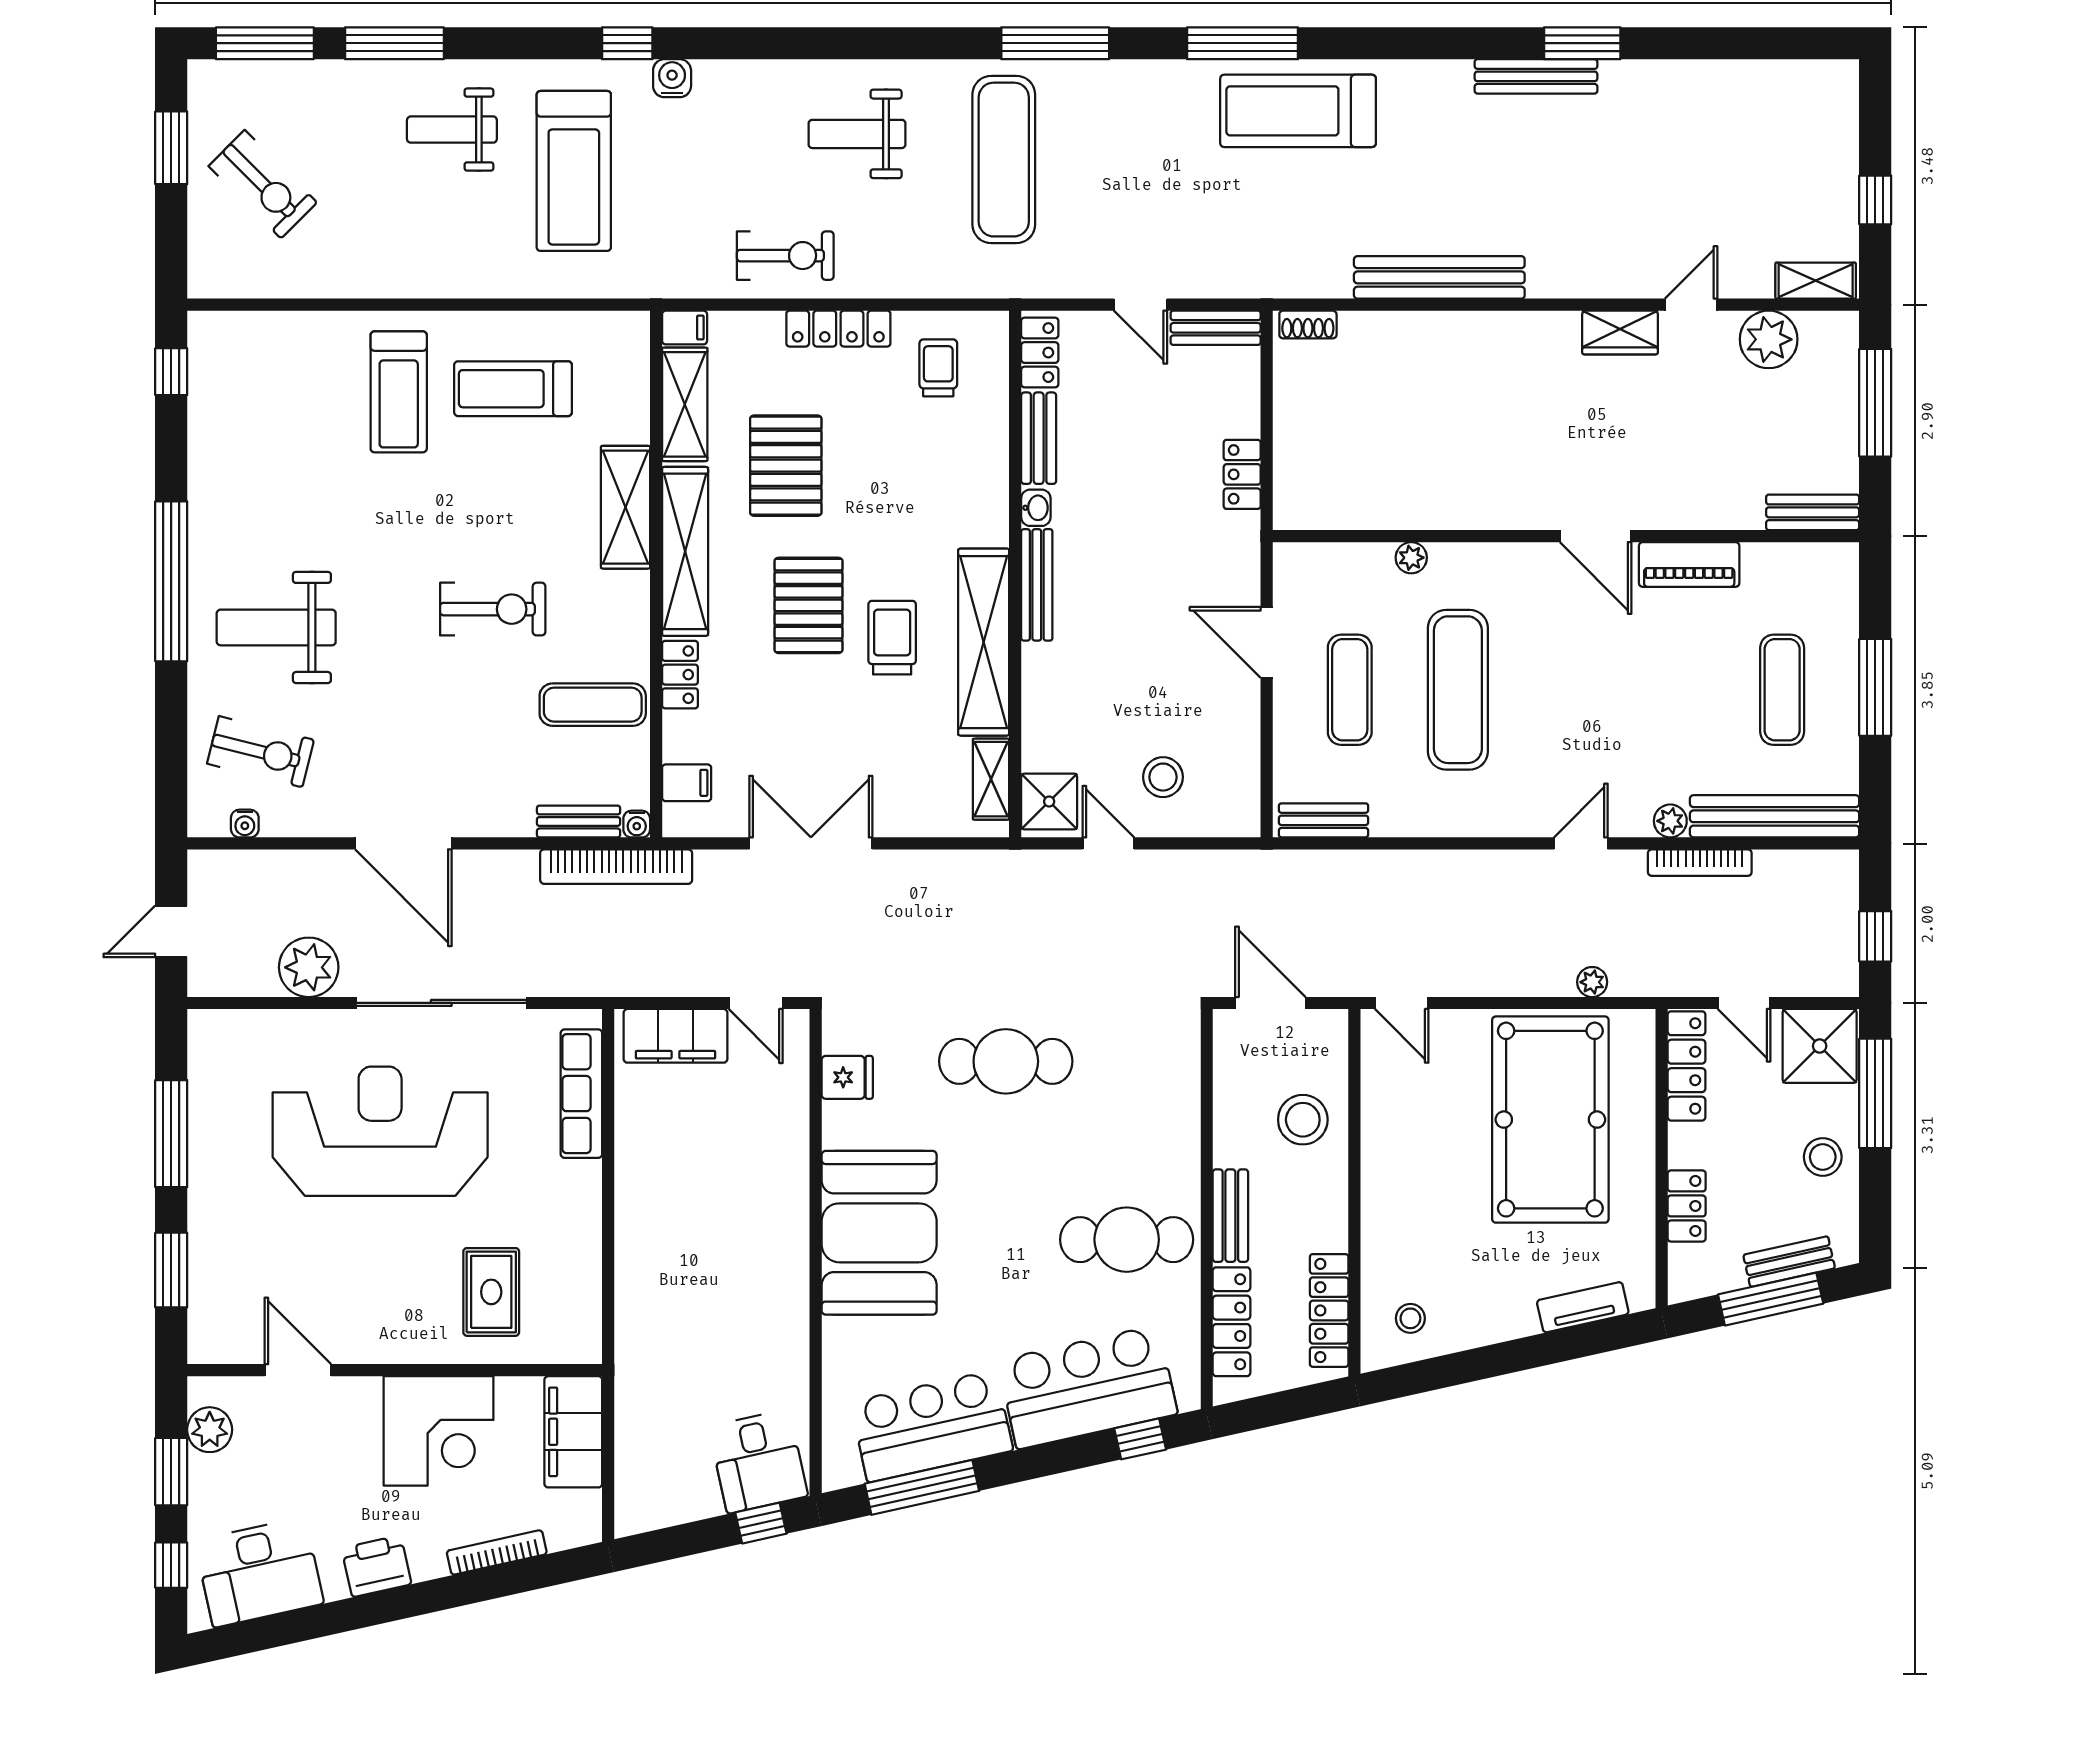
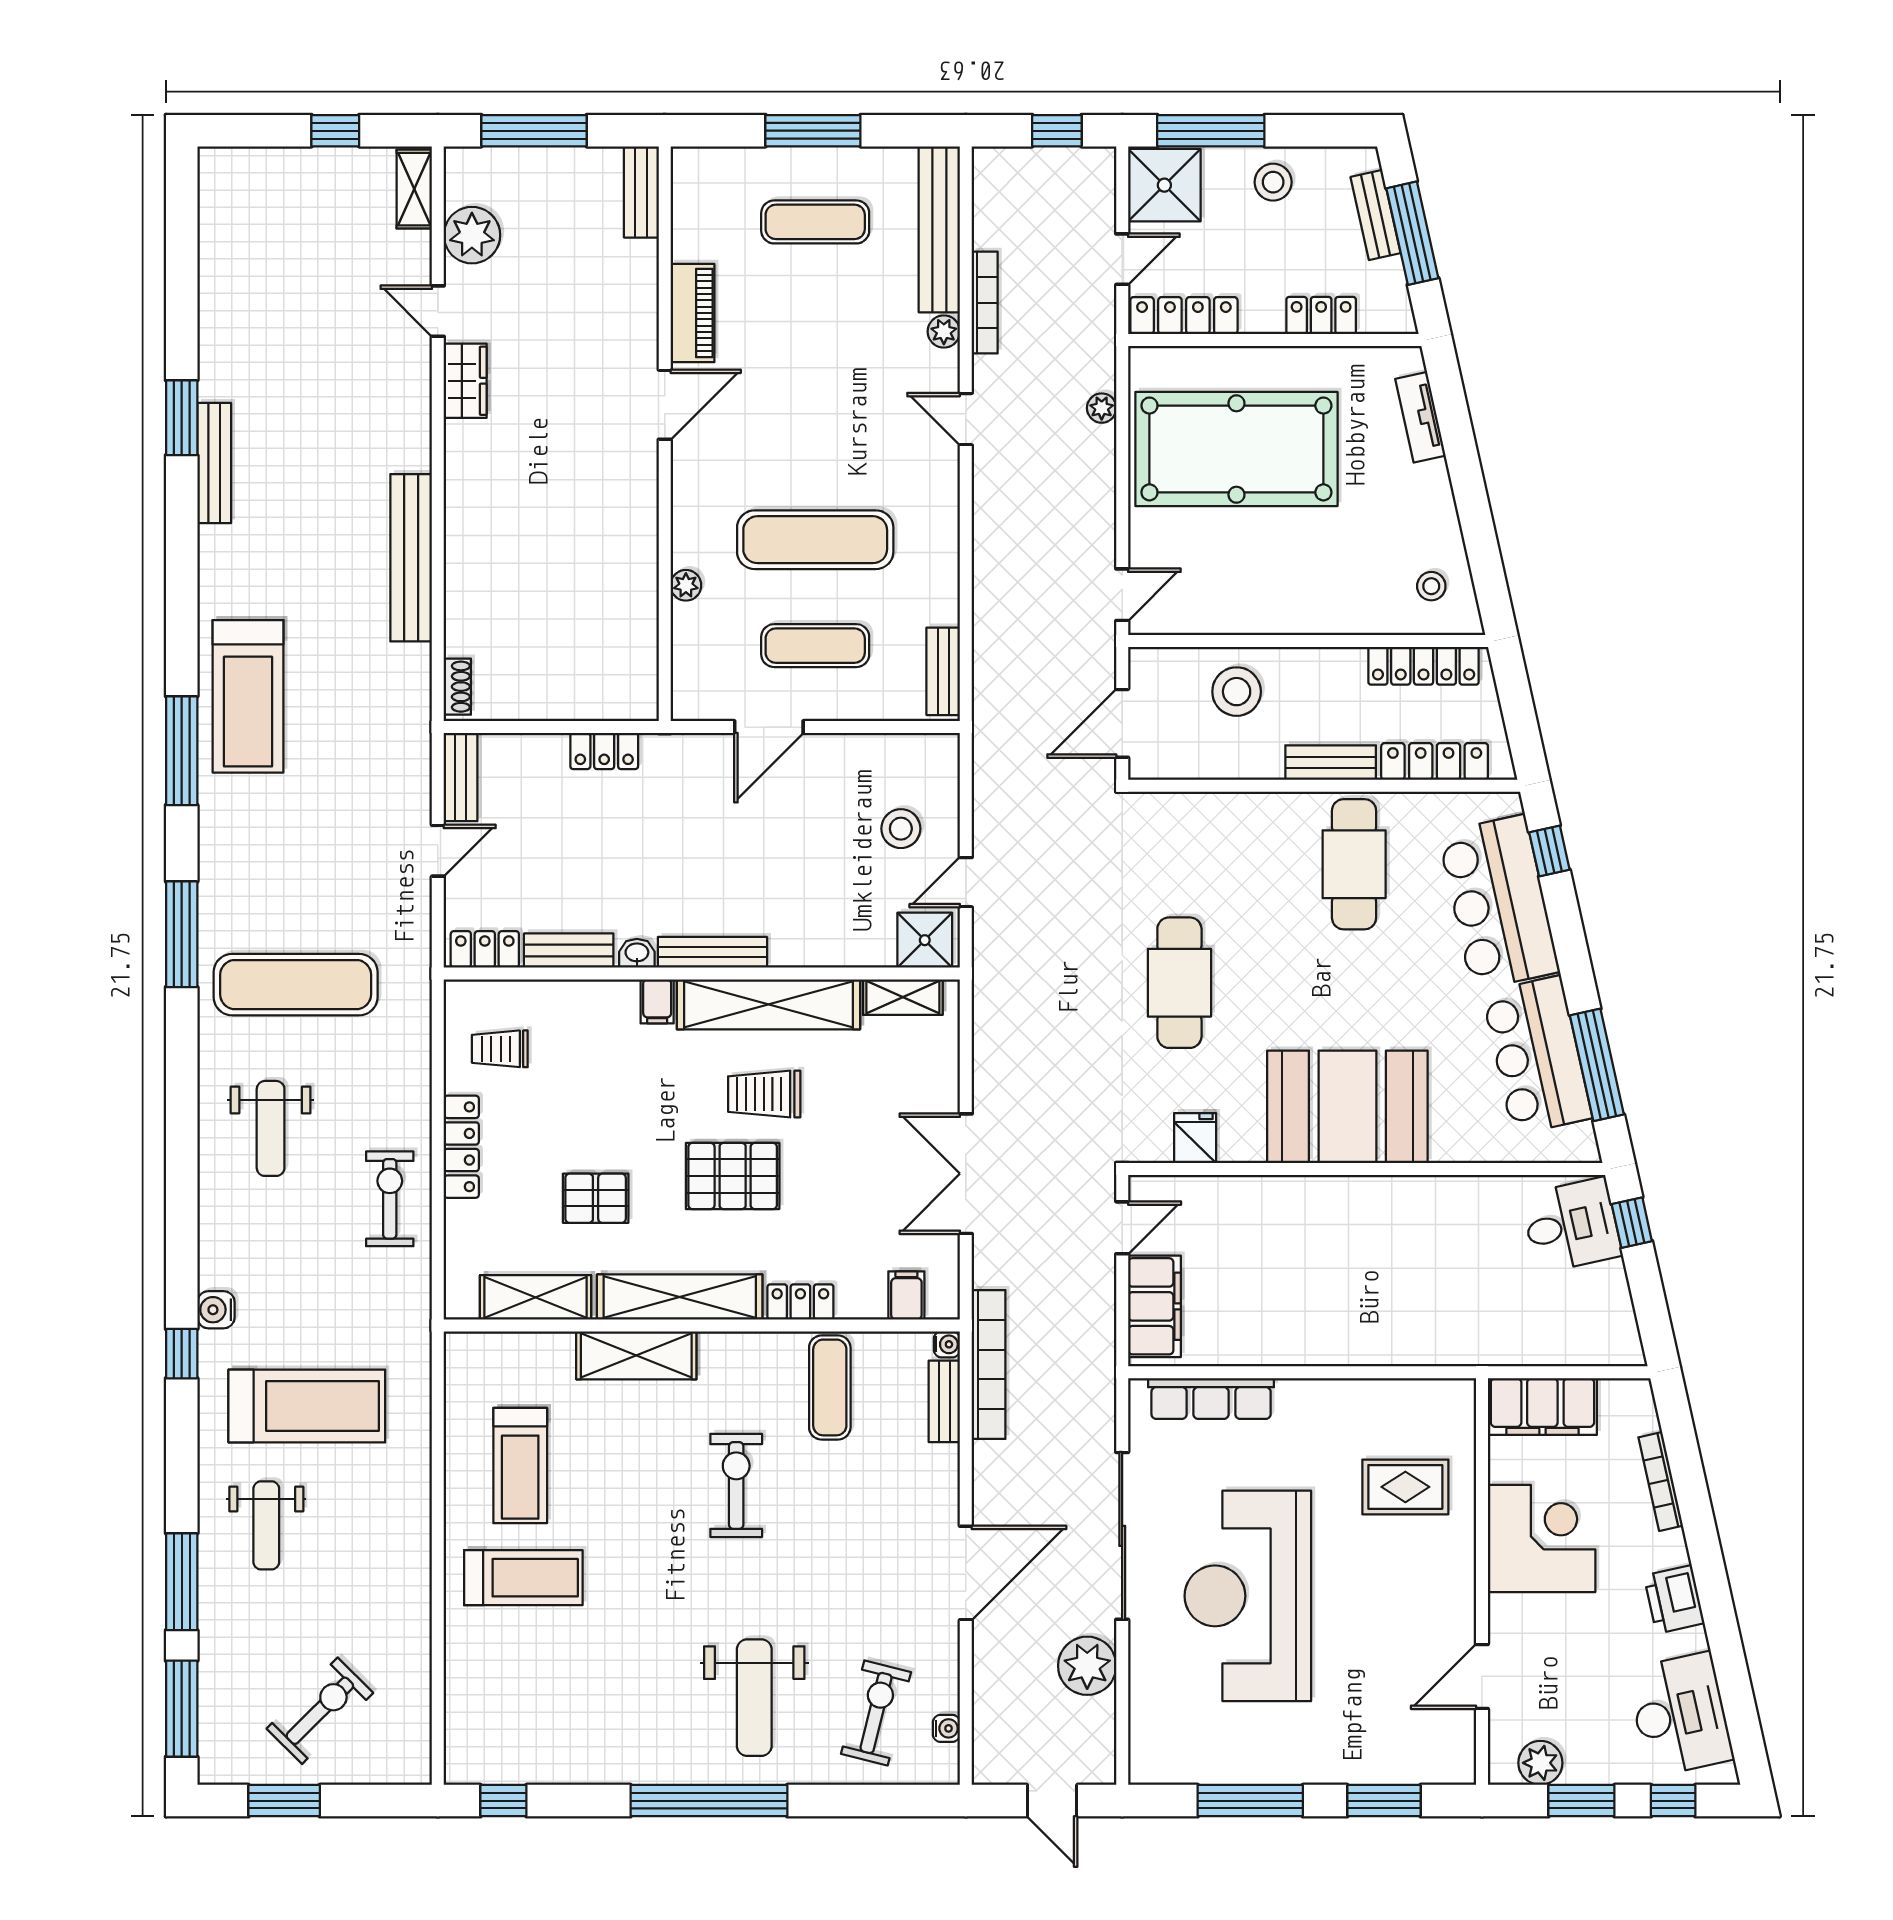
filing cabinet: (685, 328) -> (657, 1001), moved, turned 180
pallet: (786, 466) -> (596, 1198), width x0.67, depth x0.71

